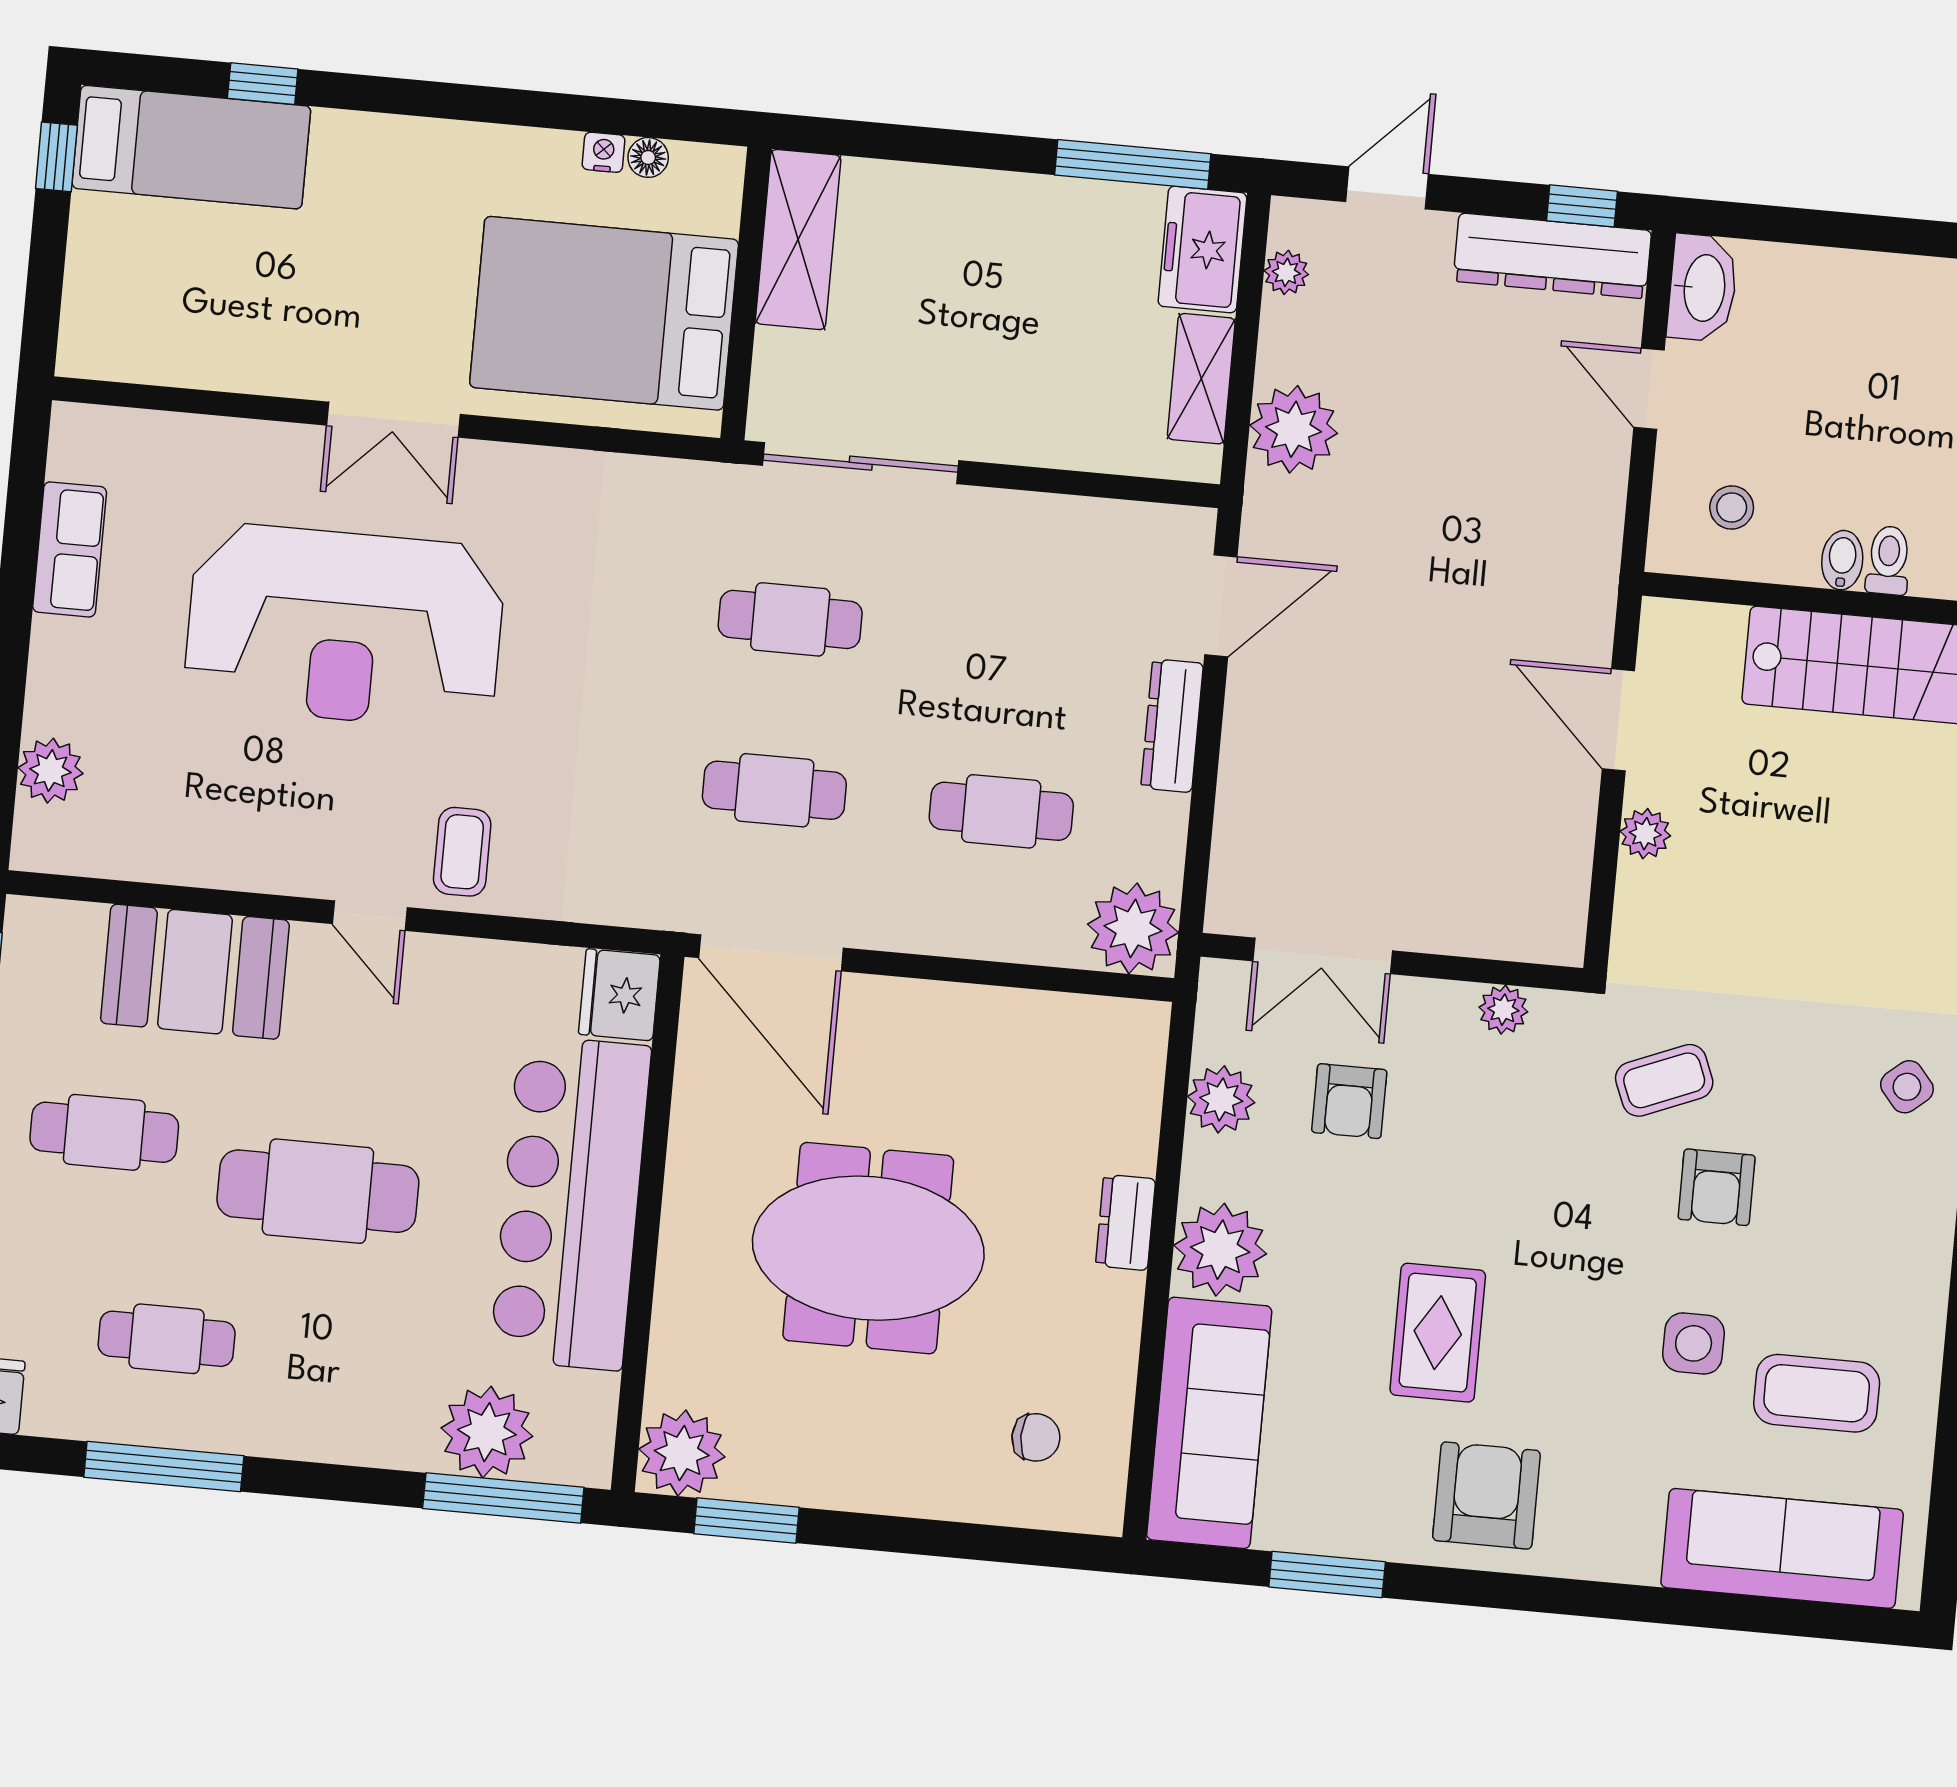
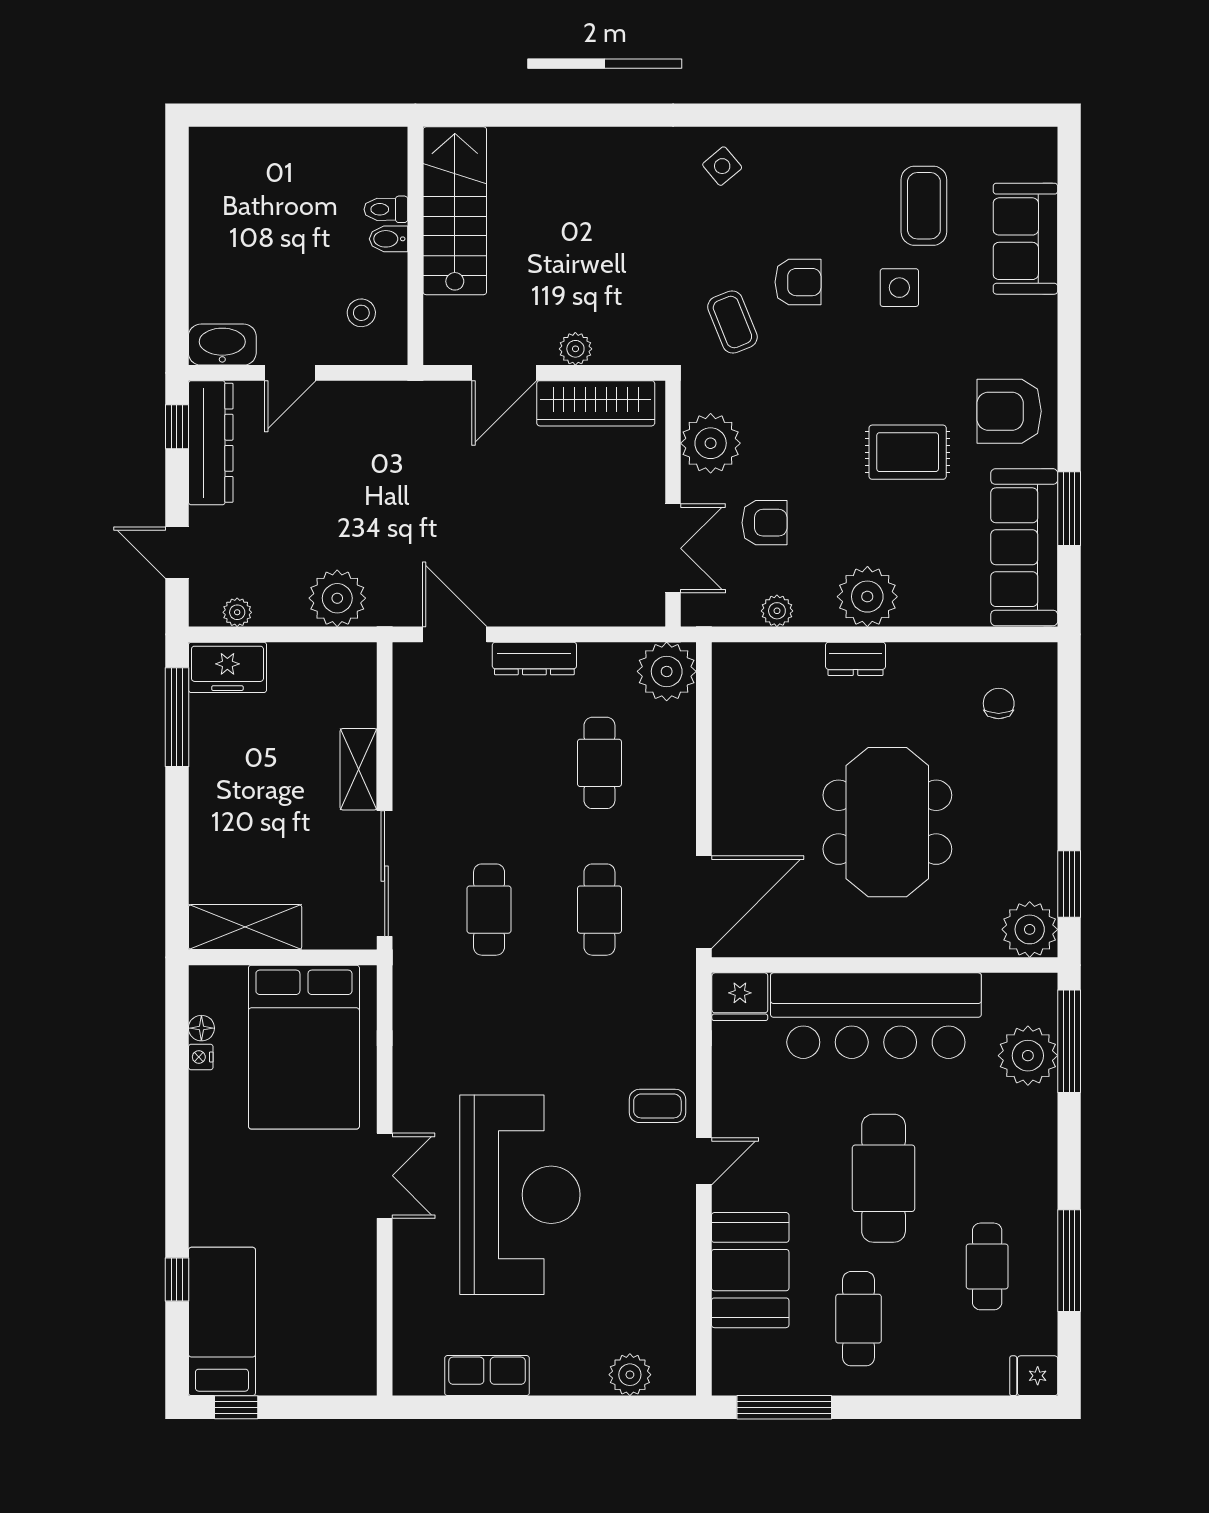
shelving: (1201, 379) -> (359, 769), moved, turned 90
wardrobe: (1558, 857) -> (596, 403), added
plant: (1503, 1010) -> (711, 443), width x1.88, depth x1.88
plant: (1221, 1099) -> (777, 611), width x0.73, depth x0.73
sofa: (1209, 1423) -> (1024, 547), moved, turned -90
sofa: (1782, 1548) -> (1025, 239), width x0.73

